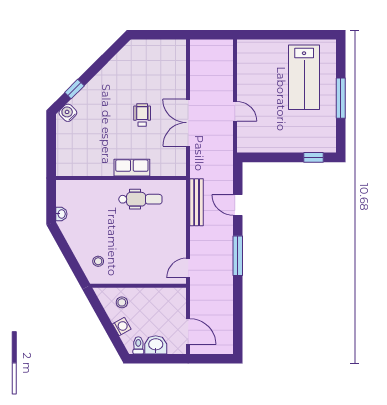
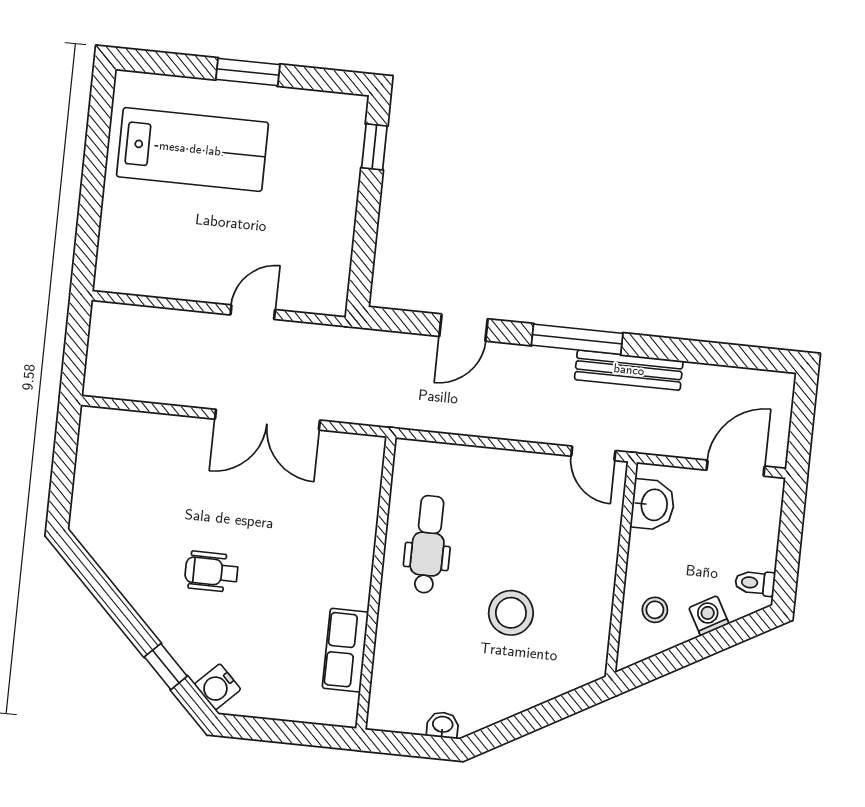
window: (341, 98) -> (248, 72), width x0.69
wheelchair: (142, 115) -> (211, 572), moved
row of seats: (132, 168) -> (345, 650), moved
bench: (197, 202) -> (629, 370), moved
stool: (98, 261) -> (511, 613), moved, width x1.89, depth x1.89
washbasin: (156, 345) -> (653, 505), moved, turned 180

